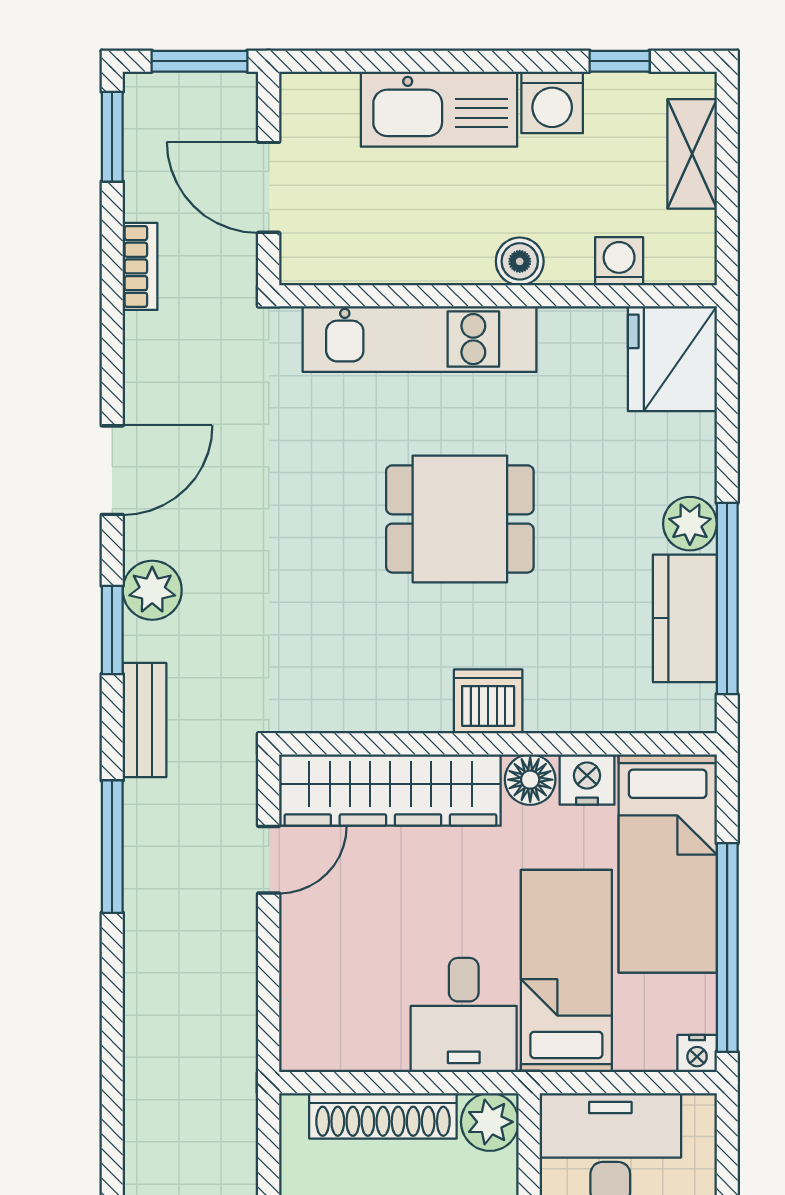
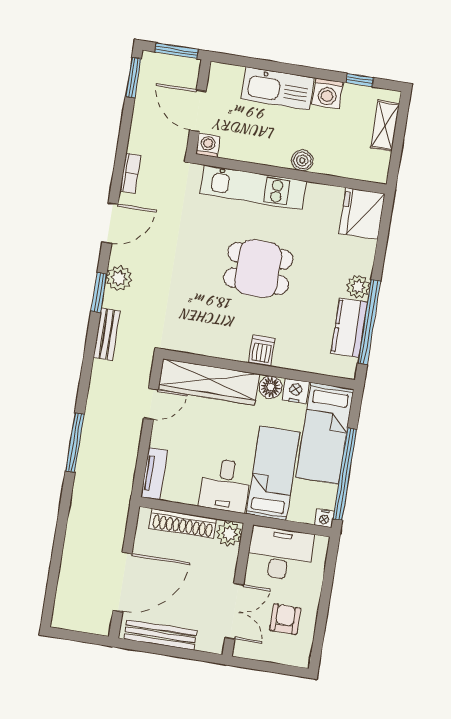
washing machine: (619, 261) -> (208, 145), moved
bookcase: (140, 266) -> (130, 173), moved
dishwasher: (488, 701) -> (262, 351), width x0.73
window: (112, 847) -> (75, 443), moved
tv unit: (301, 1015) -> (154, 474), added

